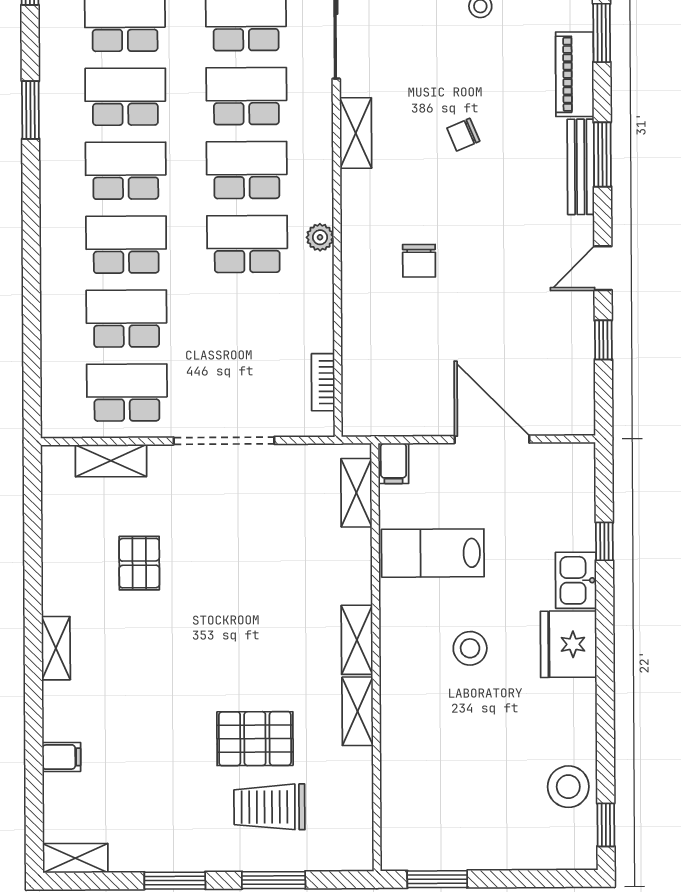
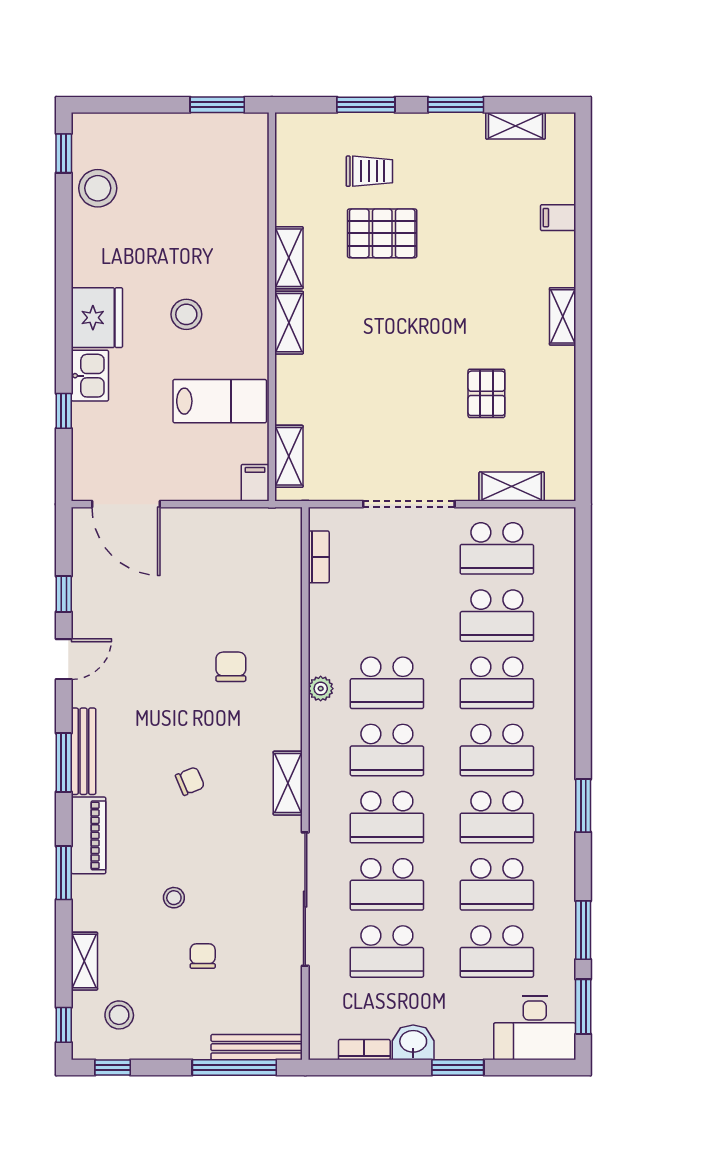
door: (492, 439) -> (126, 504), moved
trolley: (269, 807) -> (369, 171), width x0.73, depth x0.72
shelving: (75, 858) -> (516, 126), moved

